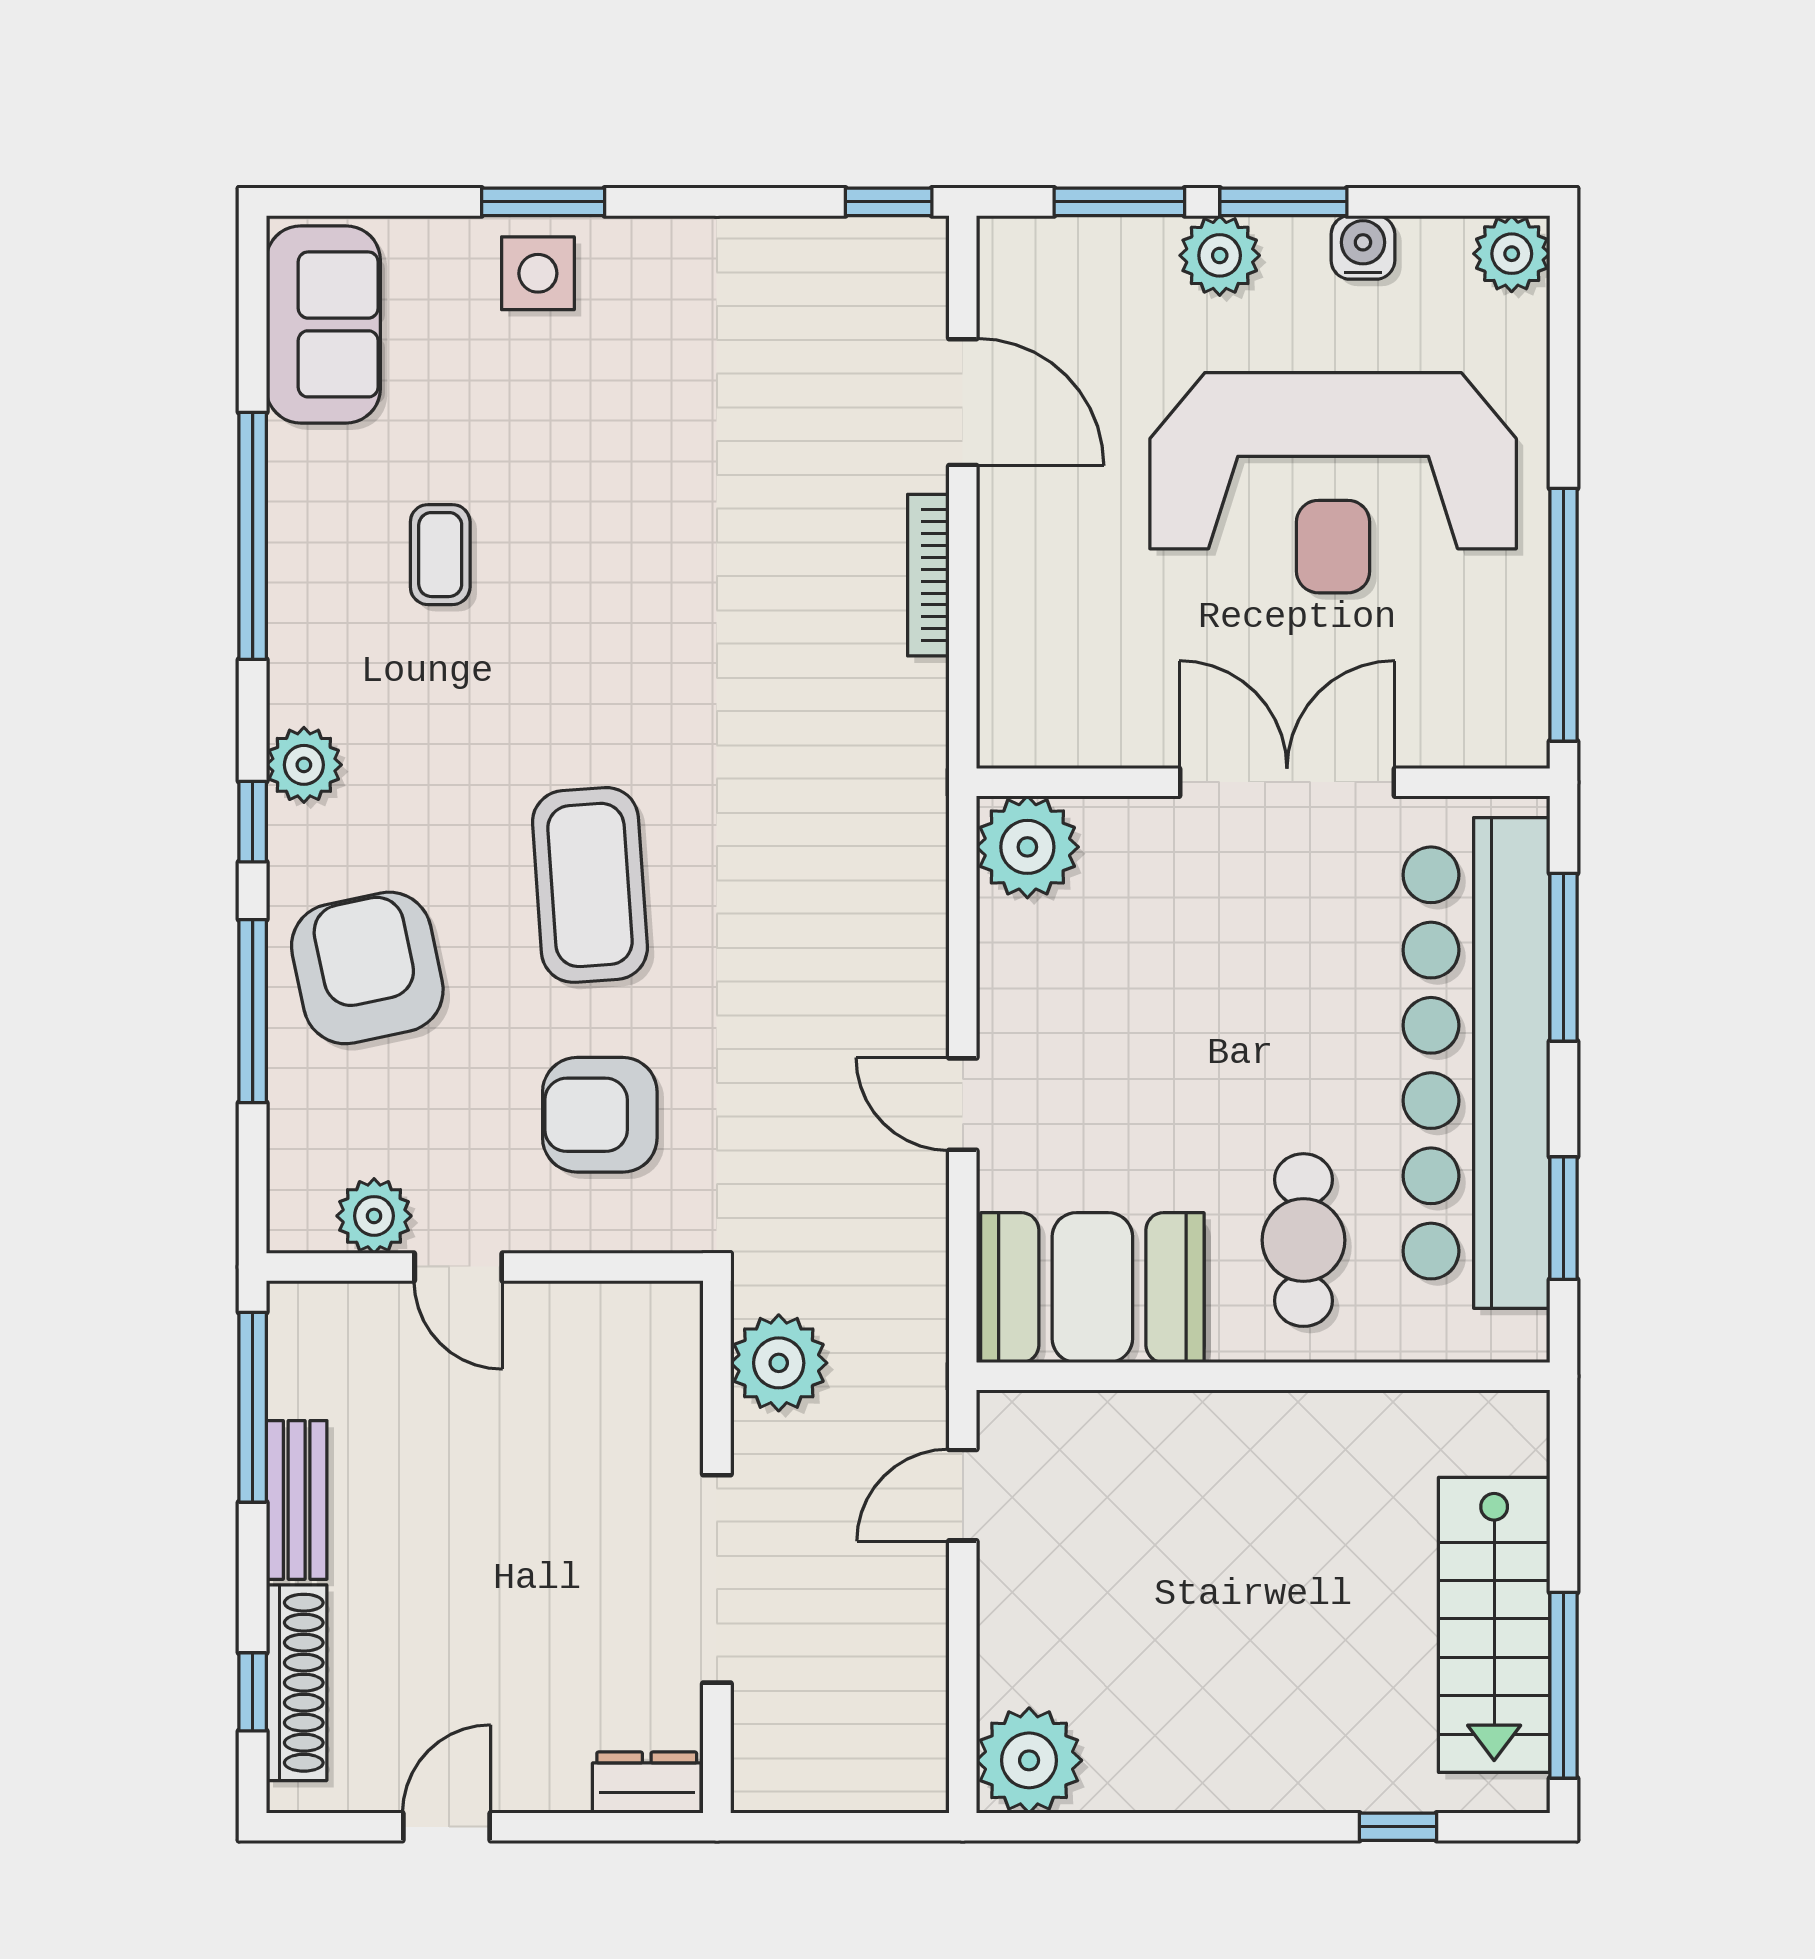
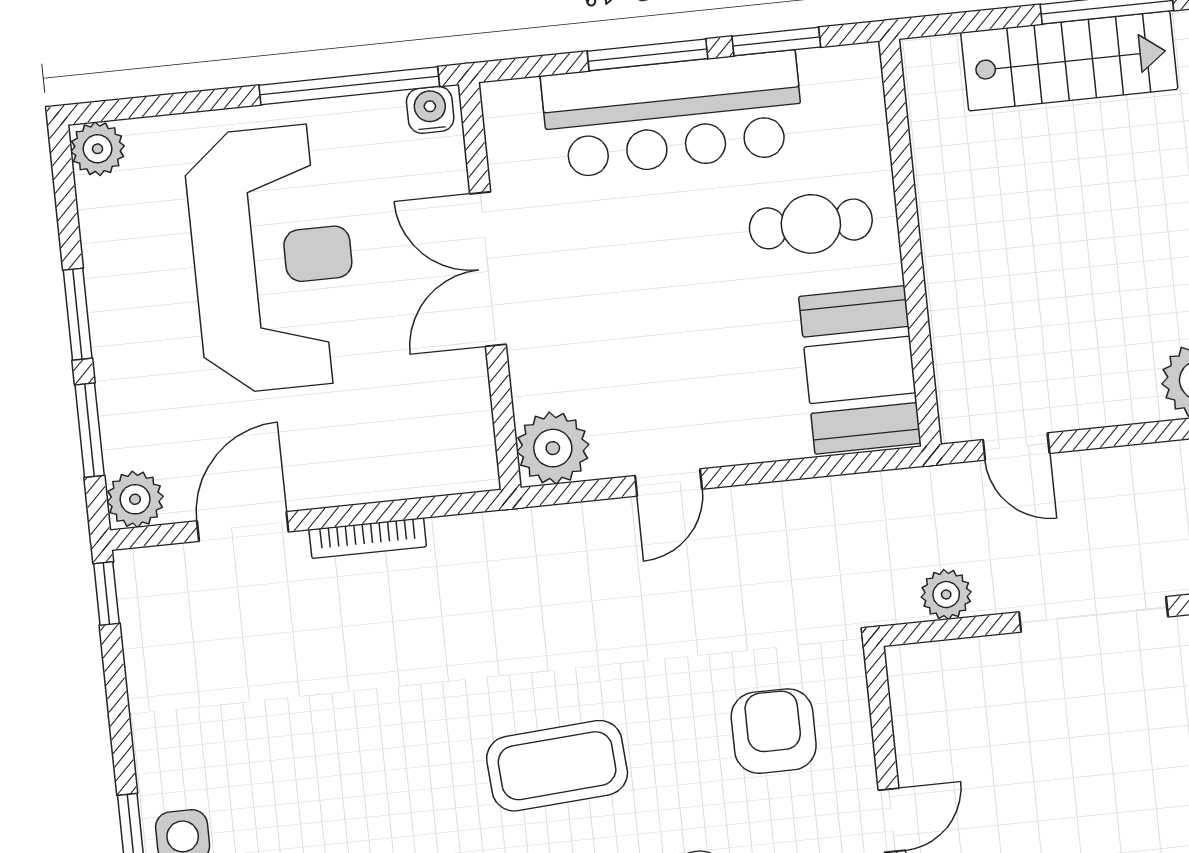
water cooler: (1363, 247) -> (430, 110), moved, turned 90
plant: (1220, 255) -> (135, 499), moved
coffee table: (590, 885) -> (557, 766), moved
window: (1563, 957) -> (648, 55), moved
bar counter: (1476, 1063) -> (673, 114), width x0.73
door: (963, 1104) -> (668, 482), moved
armchair: (600, 1115) -> (774, 731), turned 180
plant: (779, 1363) -> (946, 594), width x0.73, depth x0.73

